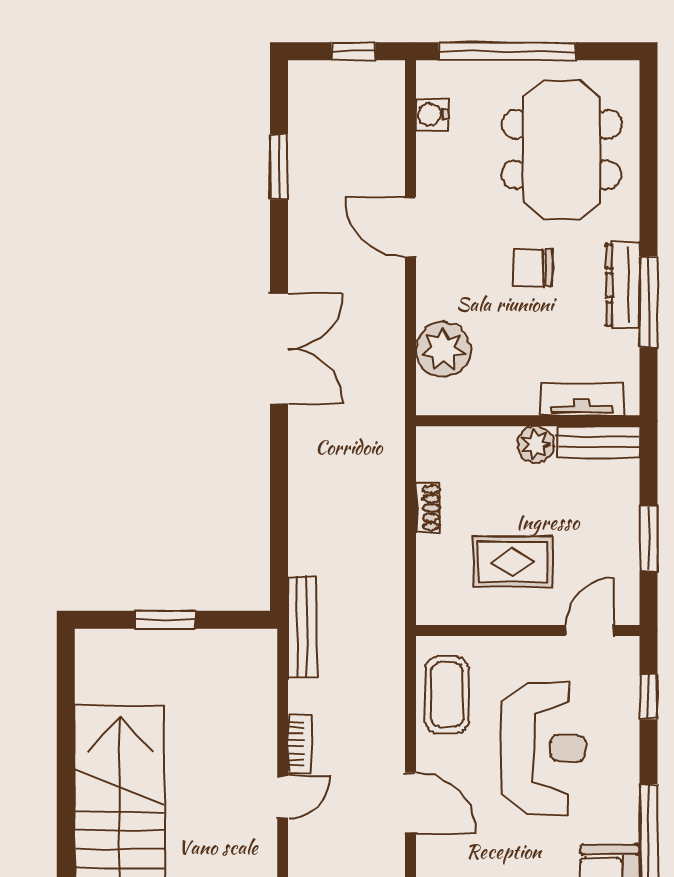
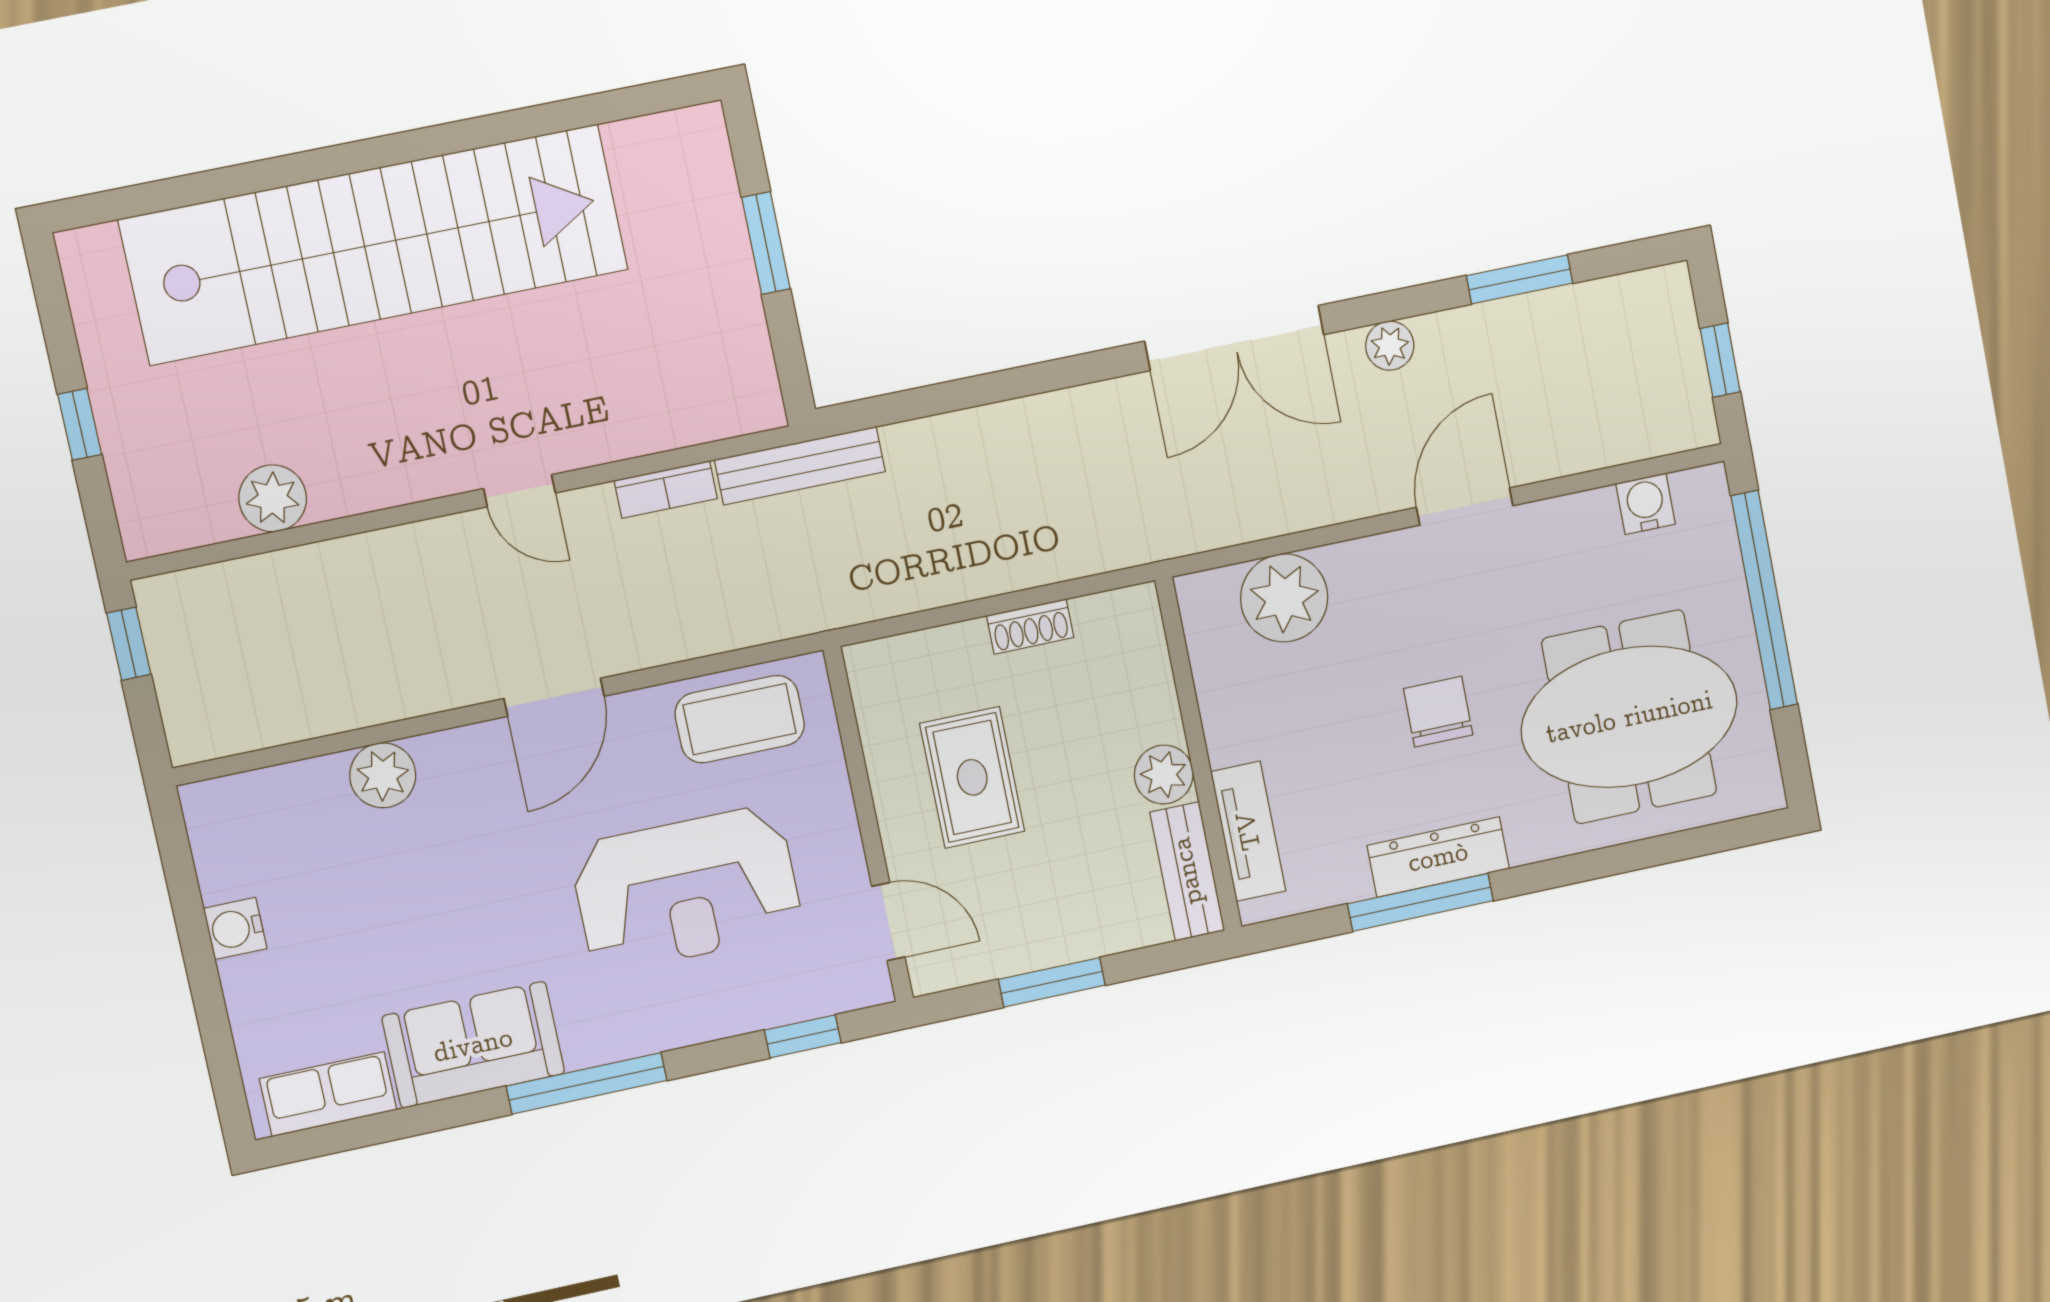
plant: (303, 254) -> (1390, 346), added
bookcase: (300, 743) -> (666, 489), moved

